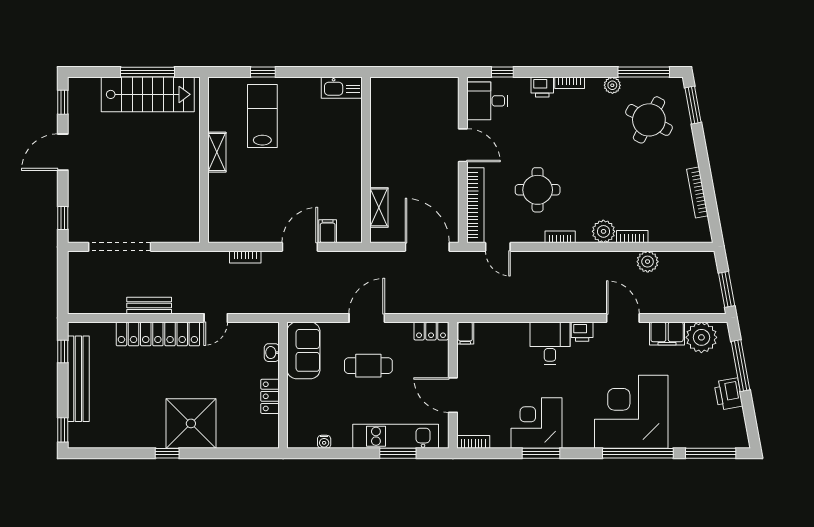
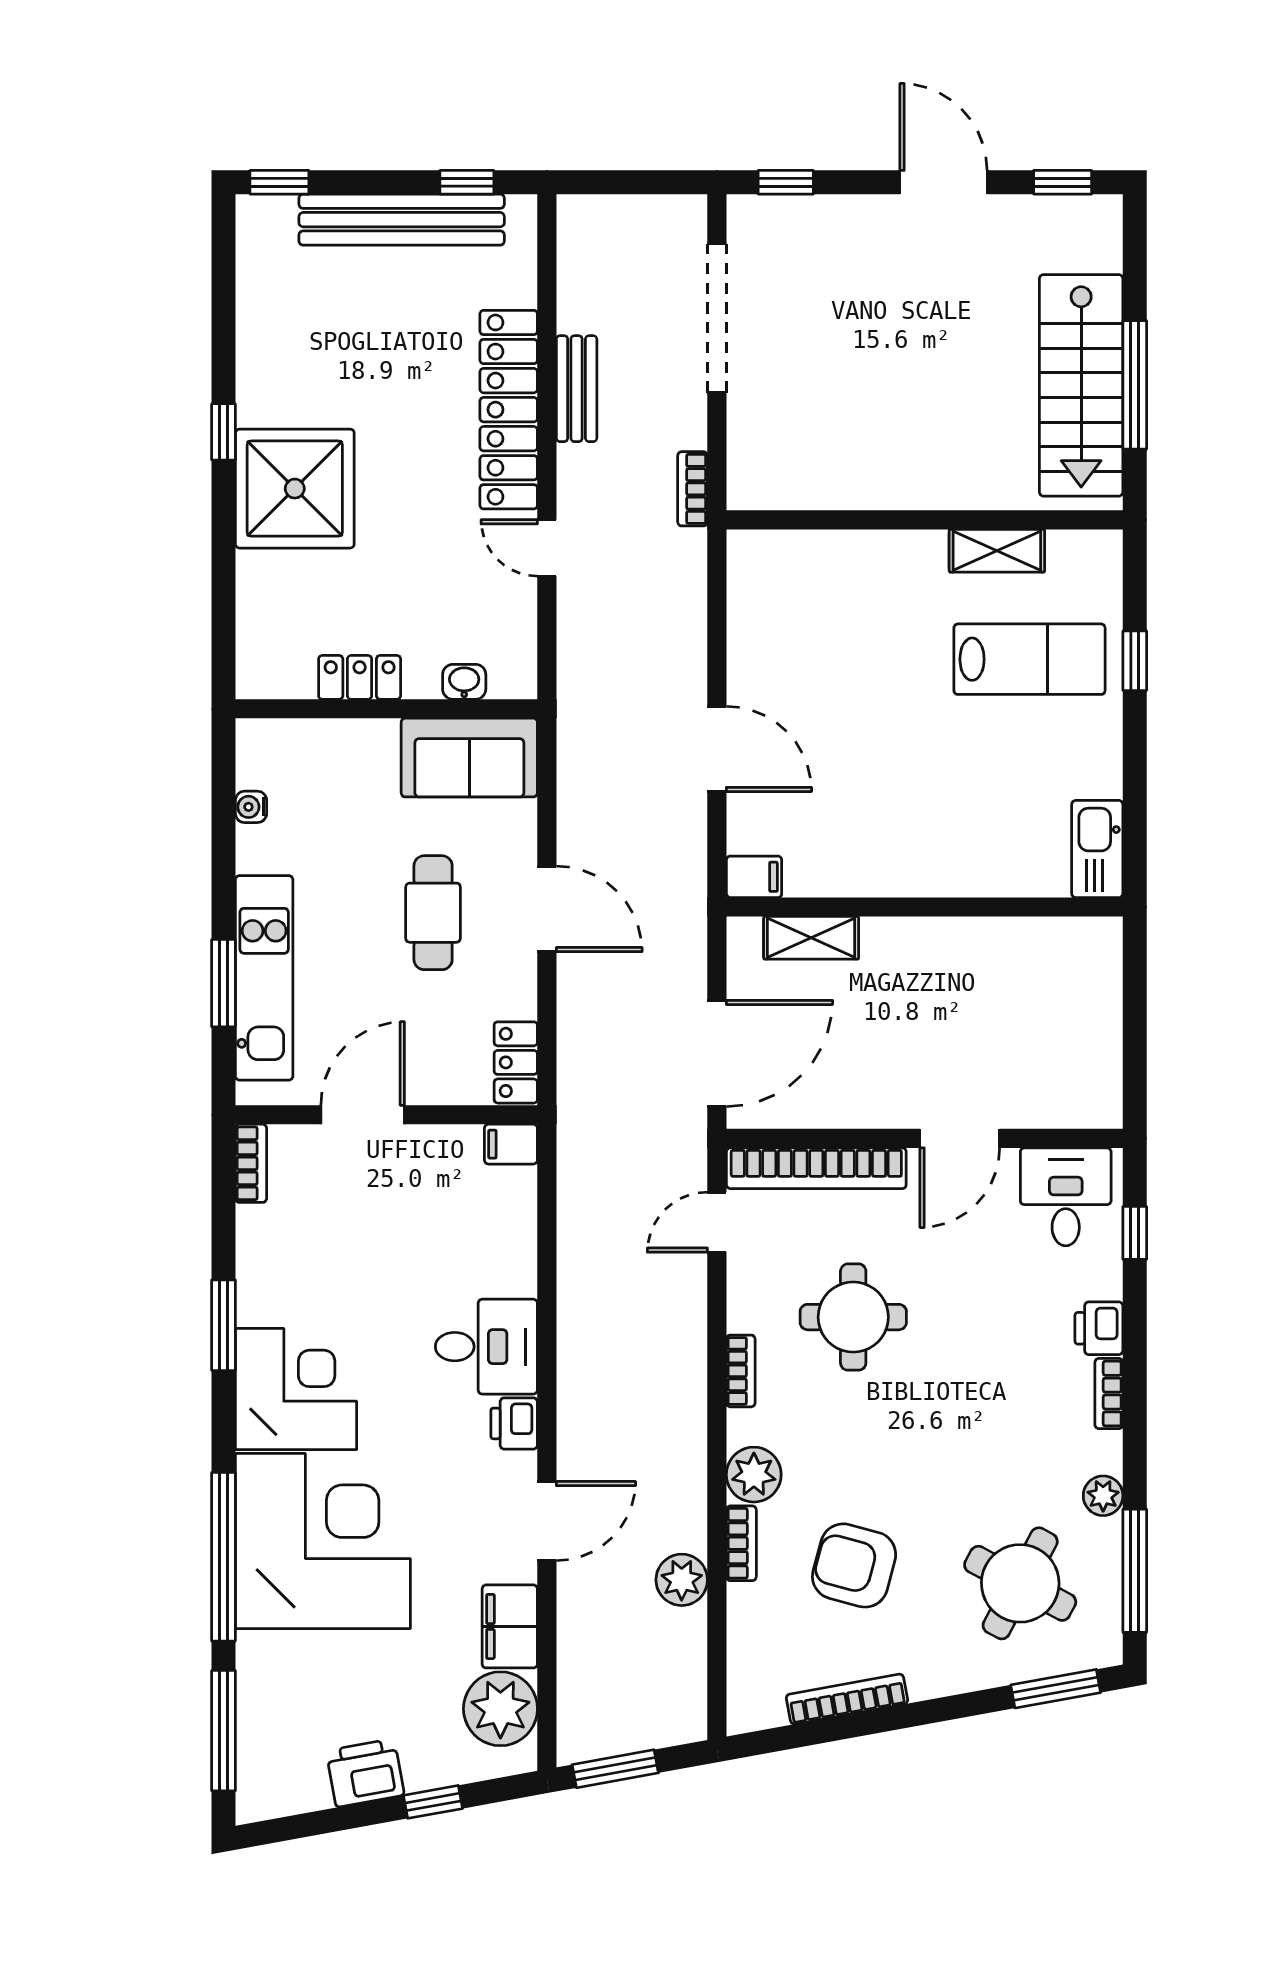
shelving: (217, 152) -> (997, 551), moved
armchair: (642, 189) -> (854, 1565), added
filing cabinet: (328, 231) -> (754, 877), moved
bookcase: (245, 257) -> (693, 489), moved
window: (740, 366) -> (433, 1802), width x0.46
corner desk: (536, 423) -> (296, 1389), moved

